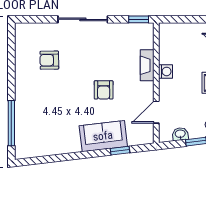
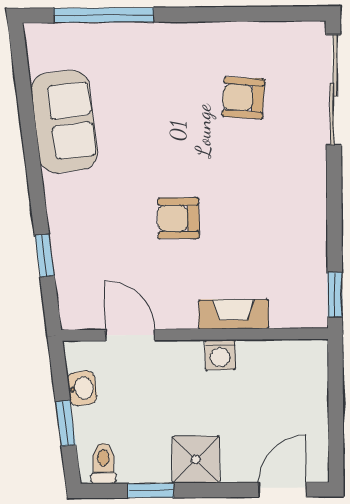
sliding door: (83, 19) -> (333, 90), moved
armchair: (49, 60) -> (243, 98), turned -85
sofa: (103, 136) -> (64, 121), moved

